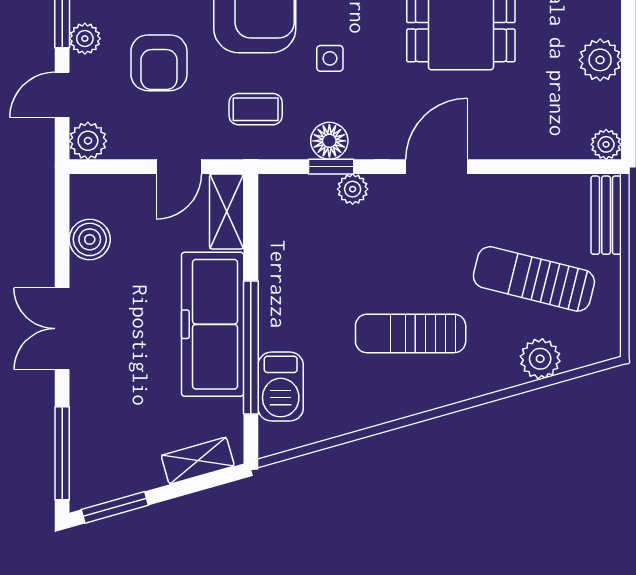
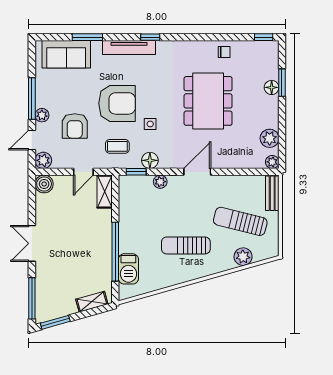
plant: (600, 60) -> (270, 138), moved
window: (331, 167) -> (136, 172), moved
boiler: (90, 239) -> (44, 184), moved
freezer: (213, 324) -> (98, 241), removed

